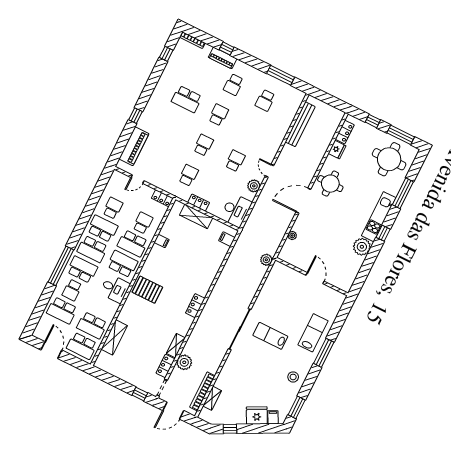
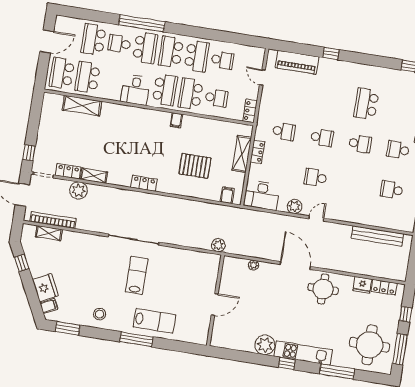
school desk: (235, 161) -> (316, 178), turned 180
filing cabinet: (162, 241) -> (176, 120), moved
pallet: (147, 290) -> (195, 166), moved, turned 90

